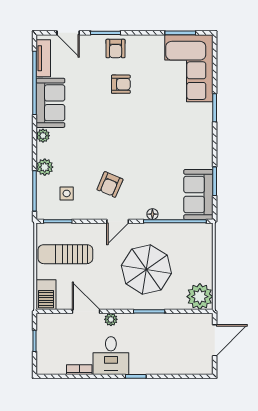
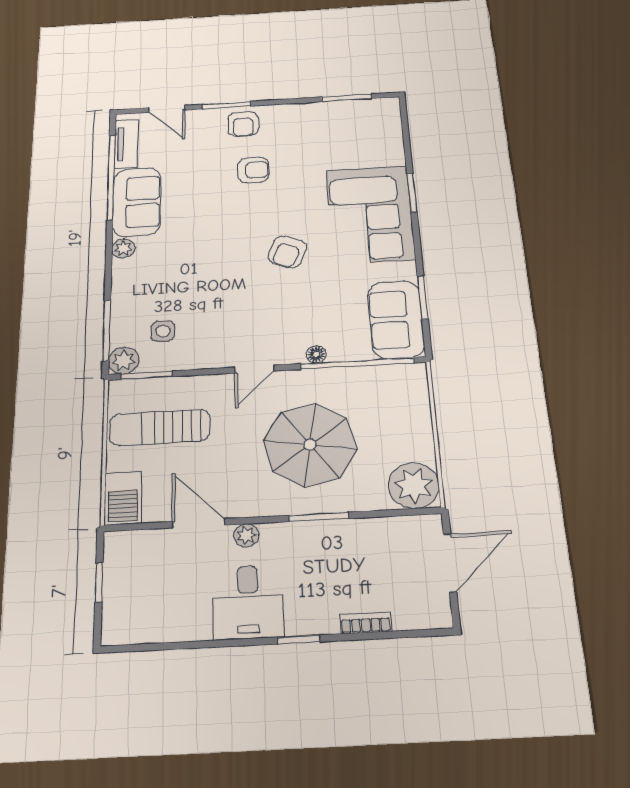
corner sofa: (189, 68) -> (370, 214), moved
plant: (45, 167) -> (124, 360), moved
armchair: (110, 184) -> (287, 252), moved
bookcase: (79, 370) -> (366, 623), moved

